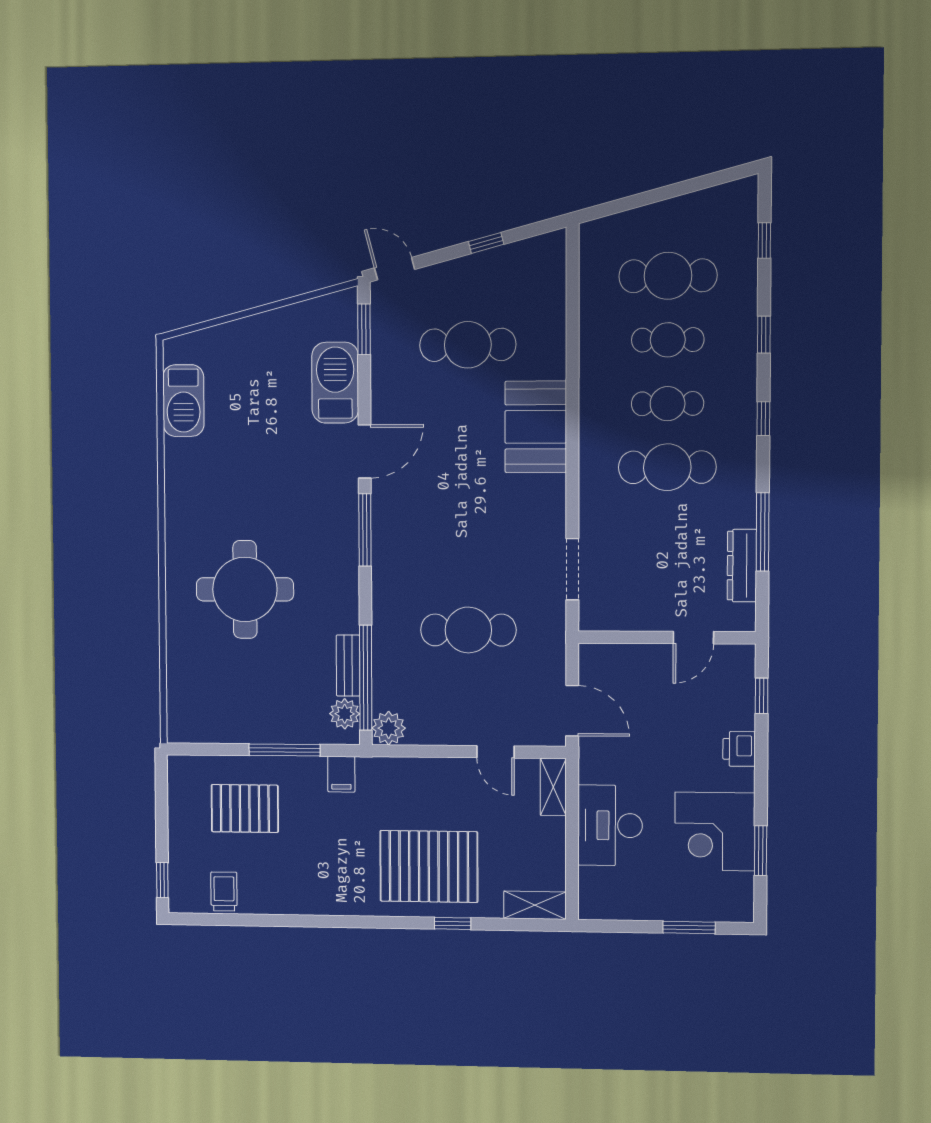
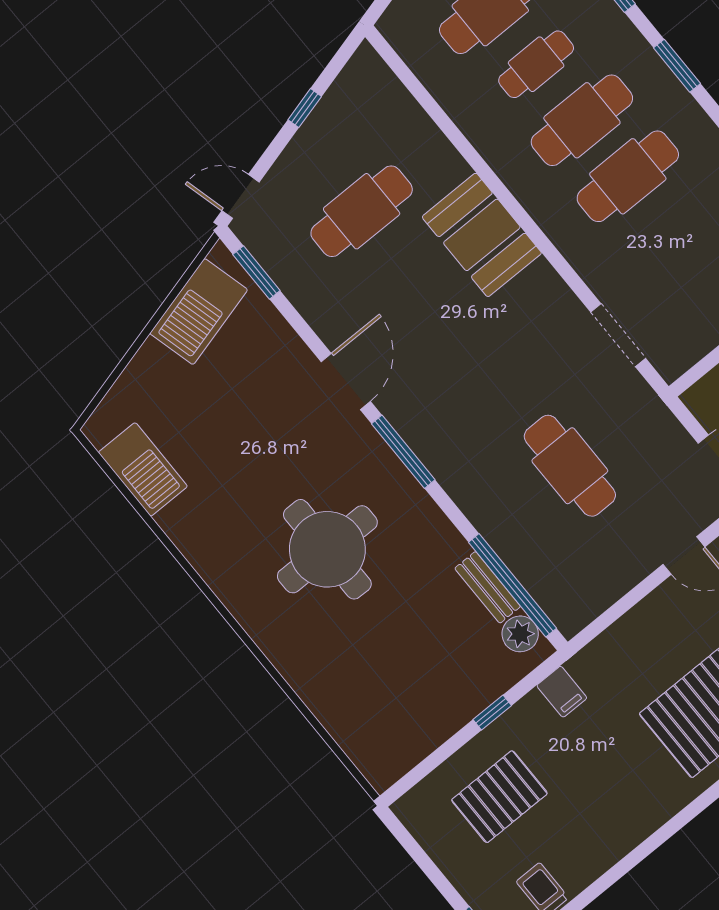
barbecue: (335, 383) -> (199, 312), moved, turned -105
cafe table: (668, 404) -> (582, 120), width x1.37, depth x1.35
window: (763, 419) -> (677, 66), width x1.50
round table: (245, 589) -> (327, 549), moved
cafe table: (468, 630) -> (570, 466), turned 90
plant: (389, 728) -> (570, 614), removed
window: (284, 750) -> (492, 712), width x0.46

